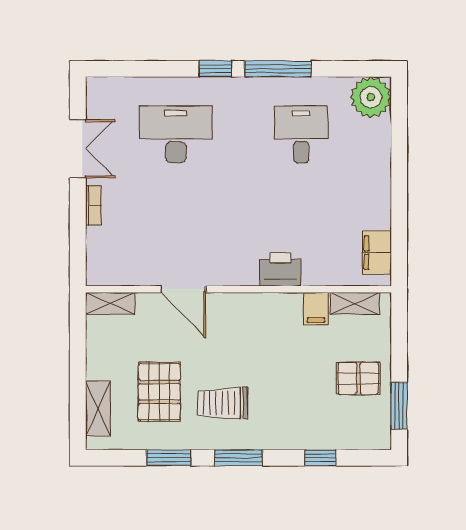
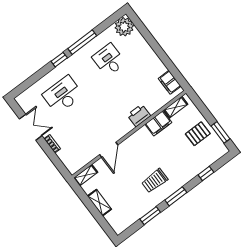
door: (183, 289) -> (109, 150), hinge flipped
filing cabinet: (316, 309) -> (158, 123), width x2.00
pallet: (159, 392) -> (128, 194), removed
shelving: (98, 408) -> (99, 203), moved

